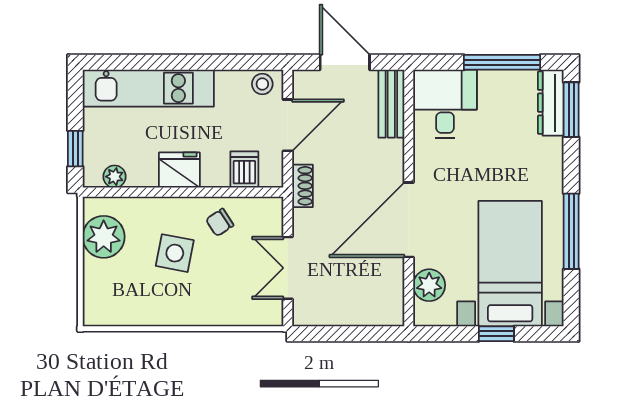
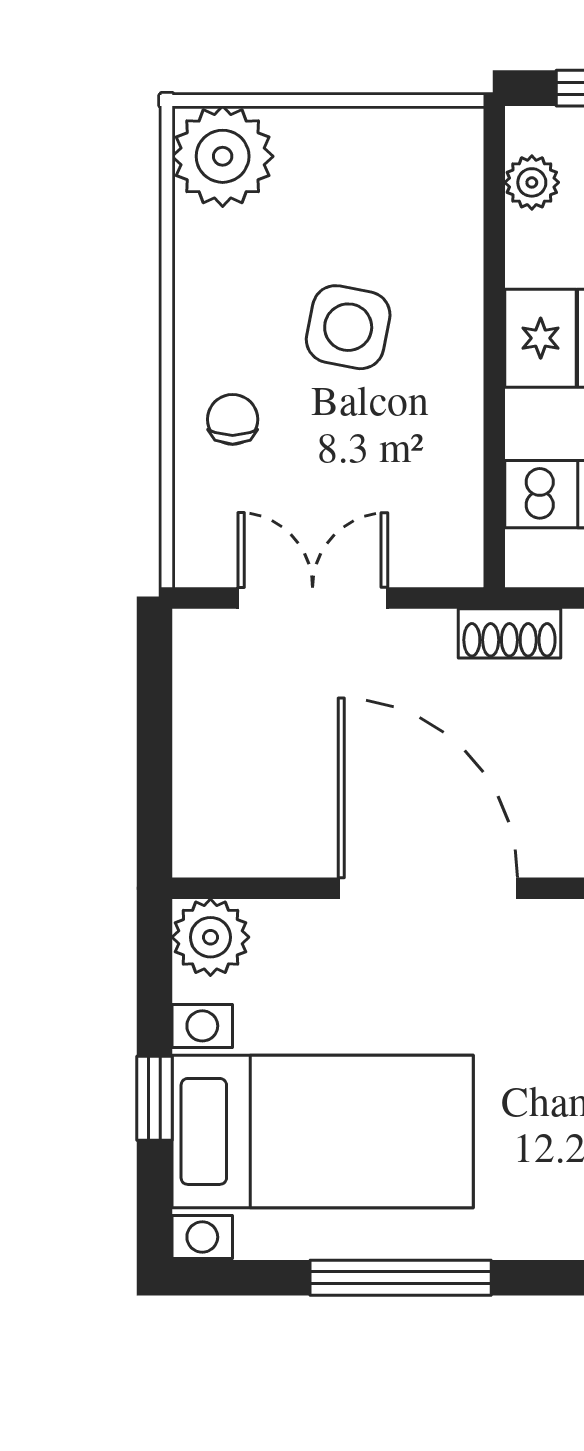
chair: (220, 222) -> (233, 419), moved, turned 33
plant: (104, 237) -> (223, 156), moved
plant: (429, 285) -> (210, 937), moved

